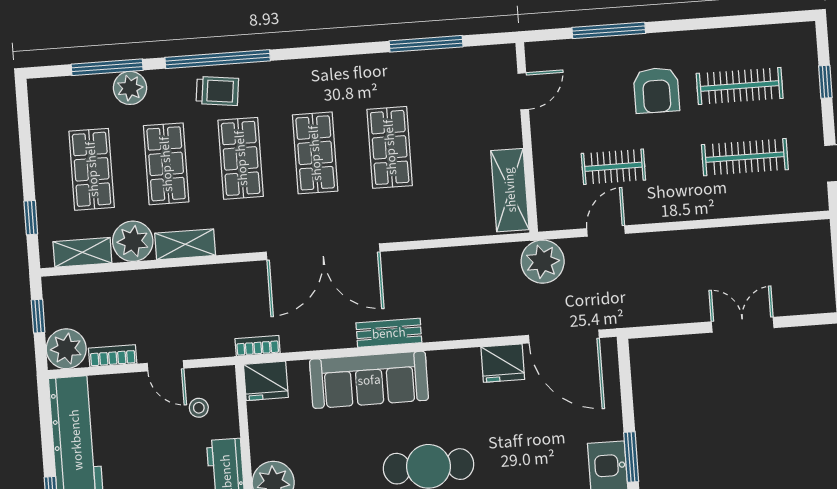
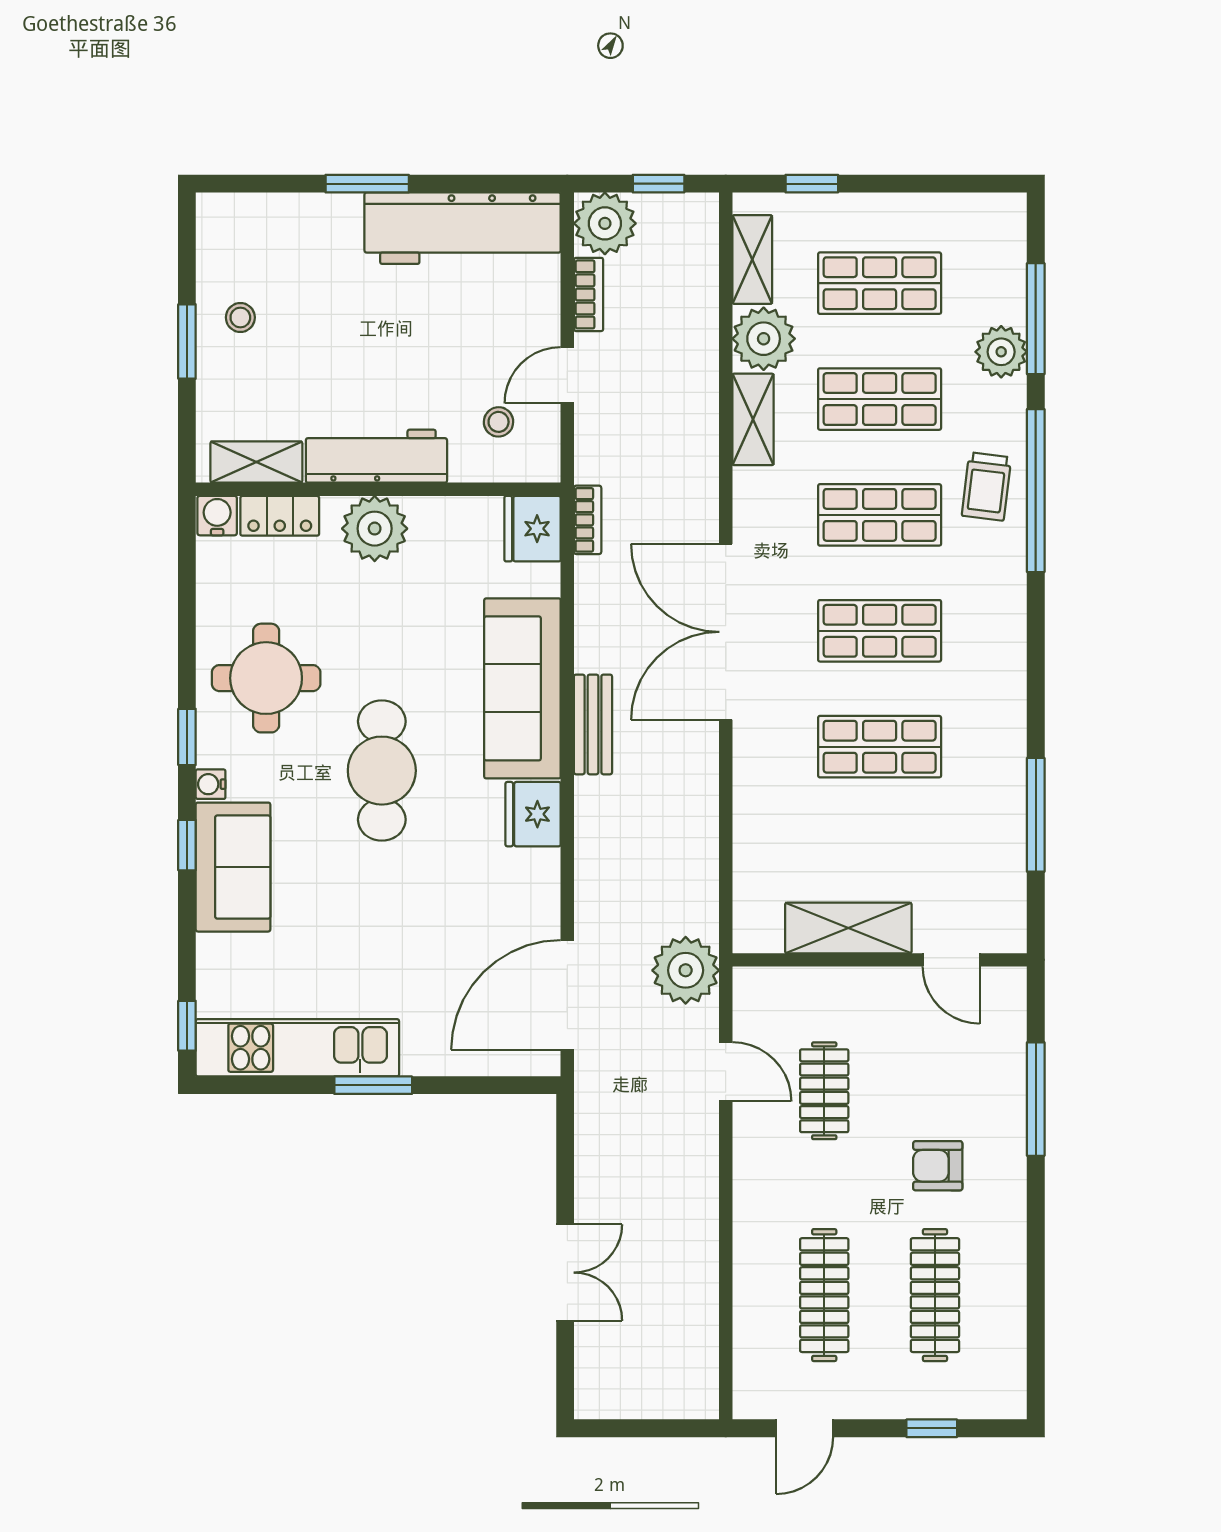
armchair: (656, 90) -> (938, 1166), width x0.72, depth x0.72
shelving: (510, 190) -> (848, 928), moved
fridge: (503, 363) -> (533, 814), moved

